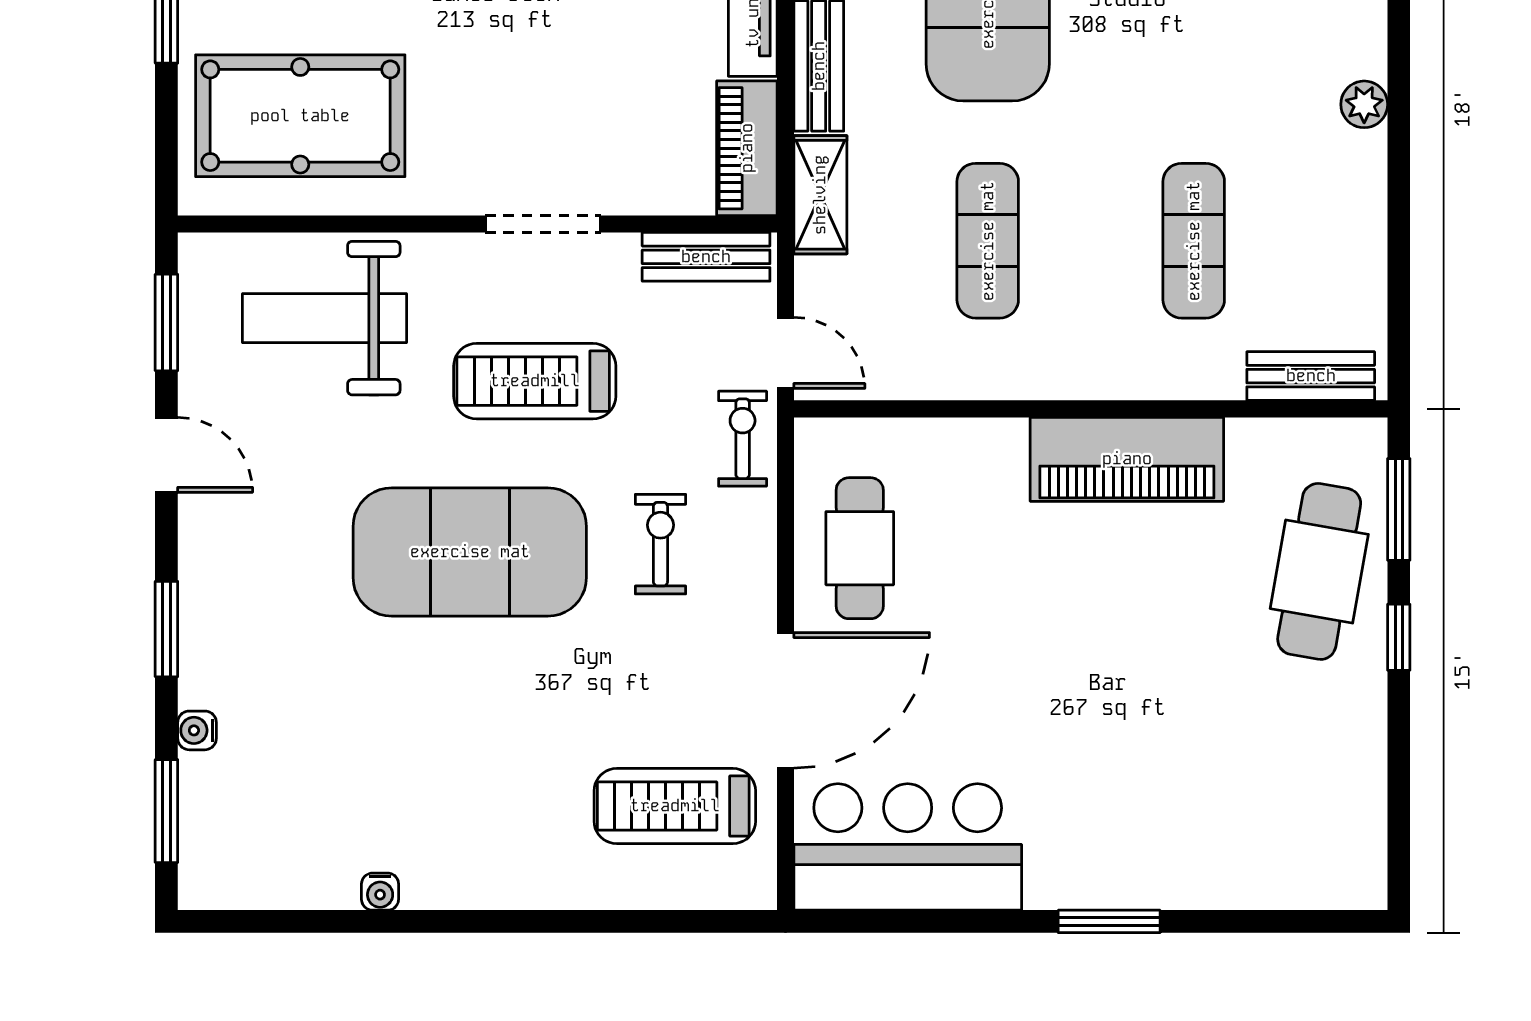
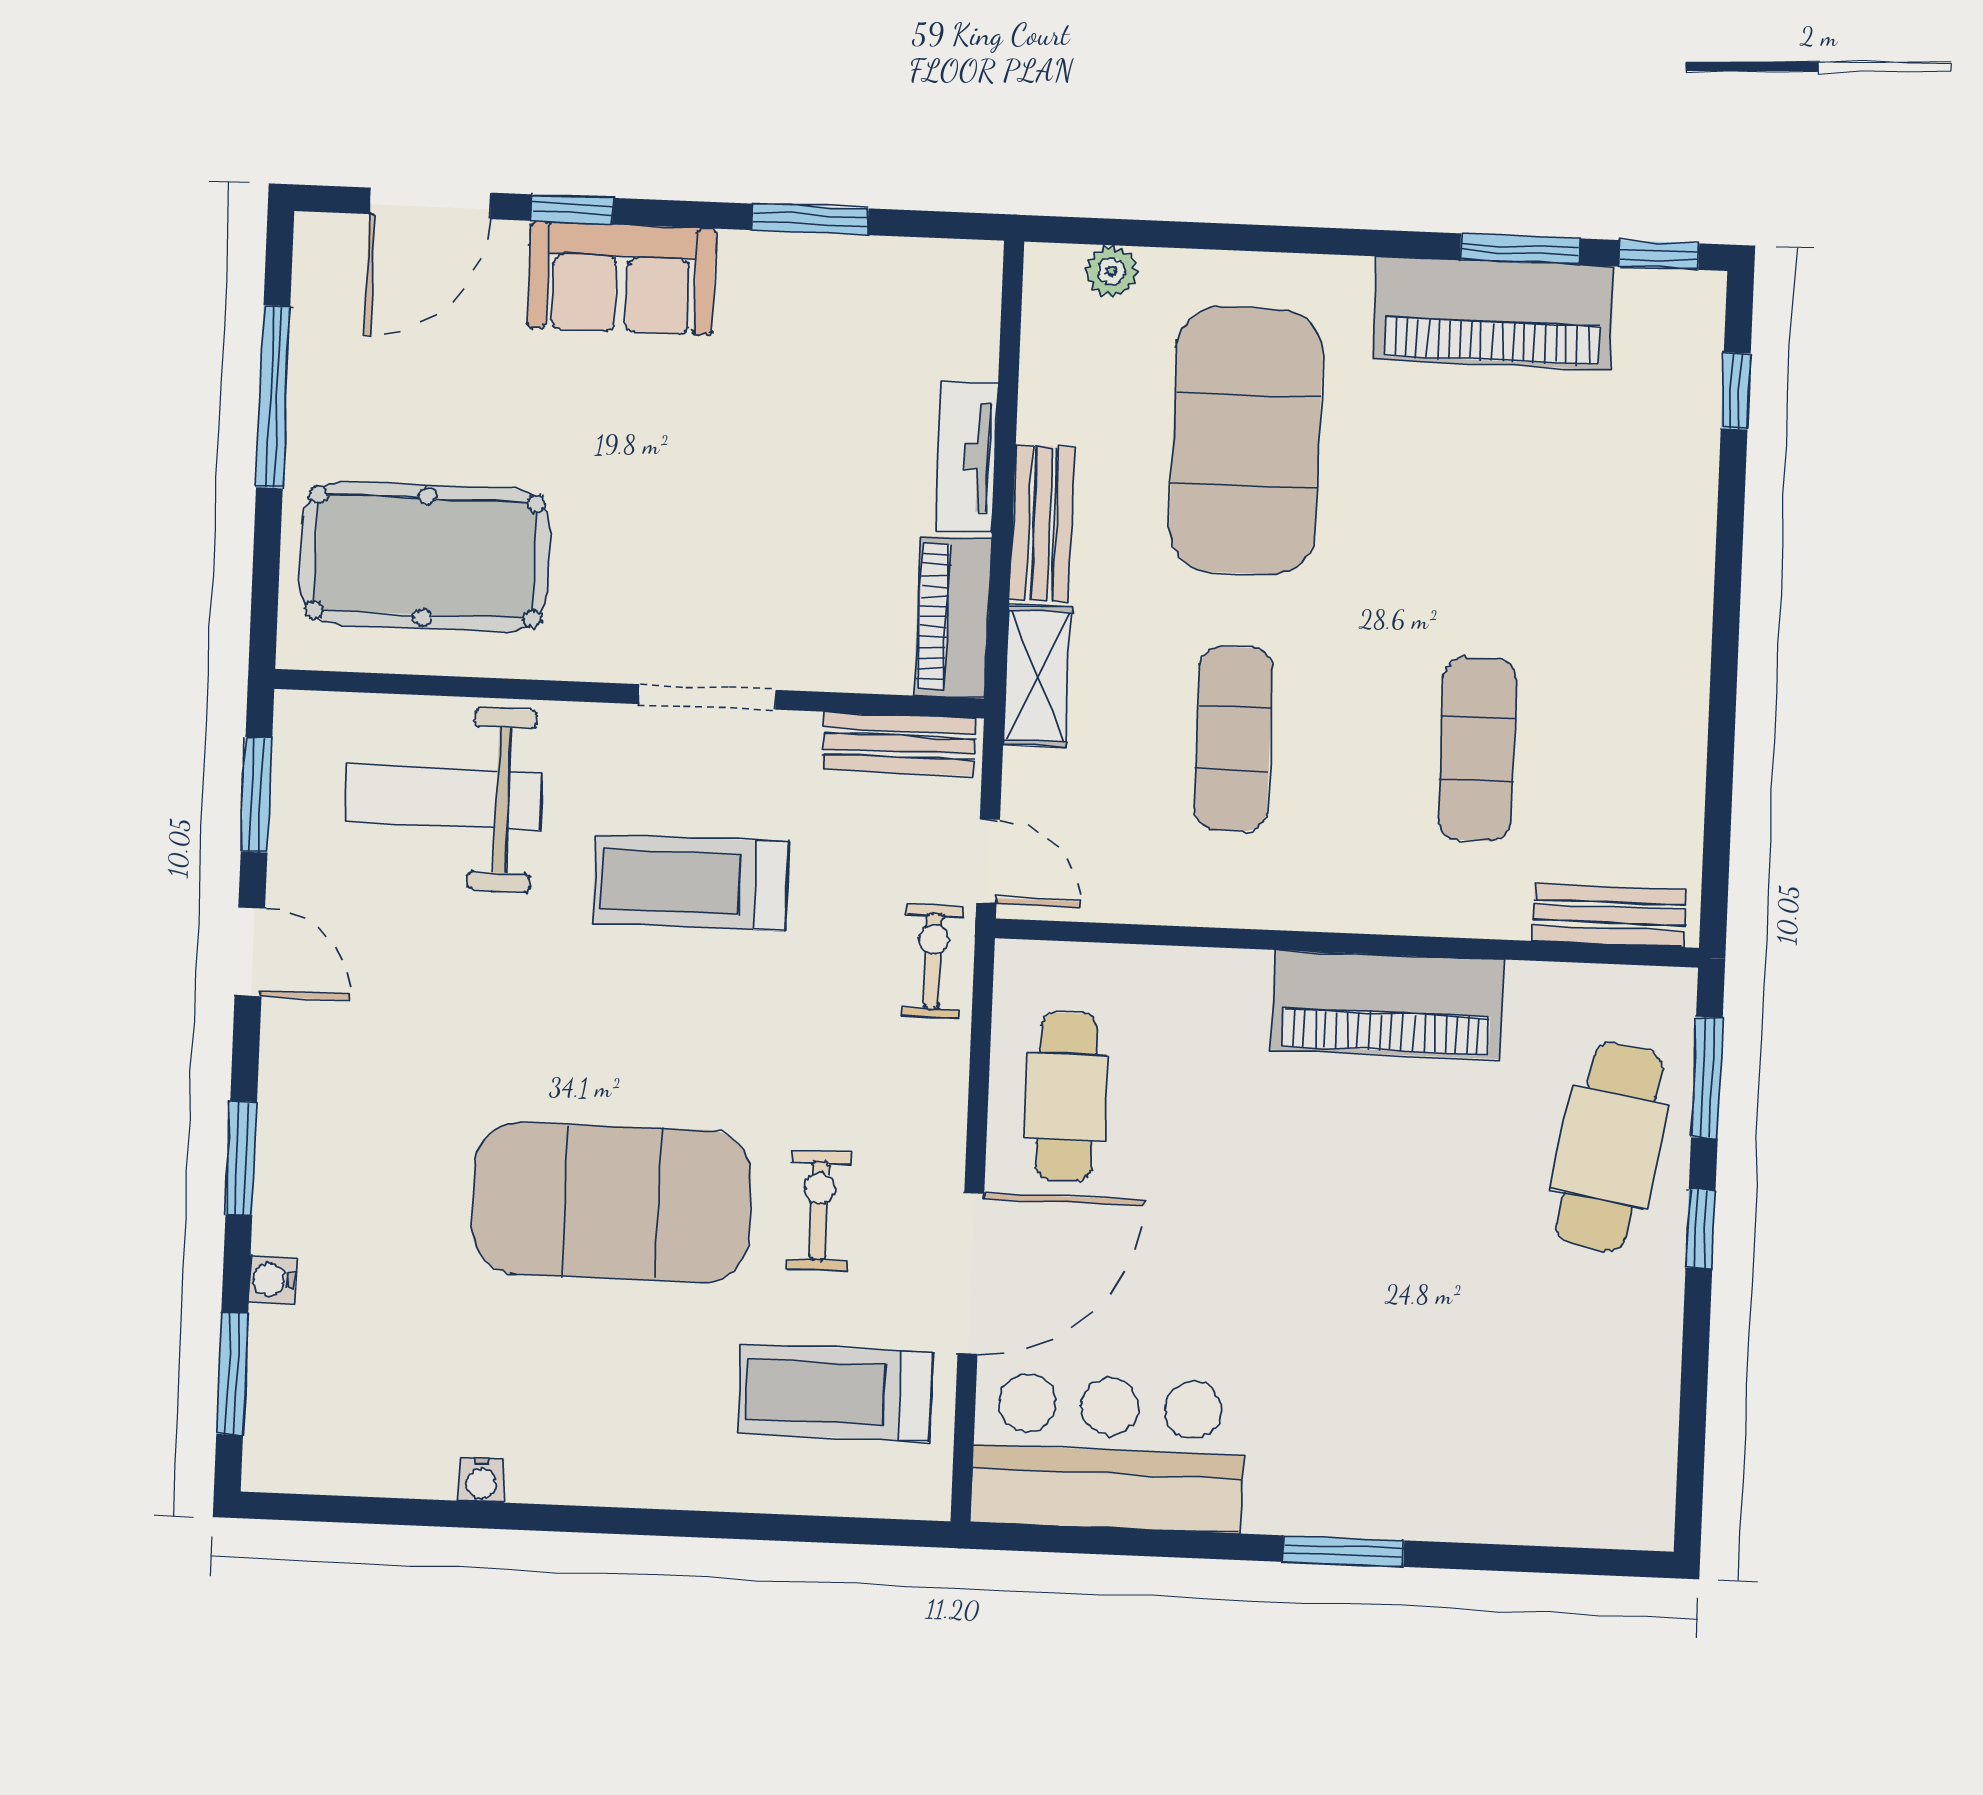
plant: (1364, 104) -> (1686, 596), removed
exercise bike: (660, 544) -> (819, 1211), moved
exercise mat: (470, 552) -> (612, 1202), moved

